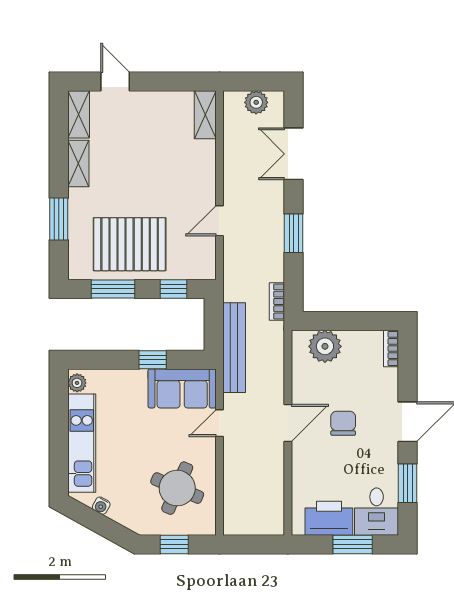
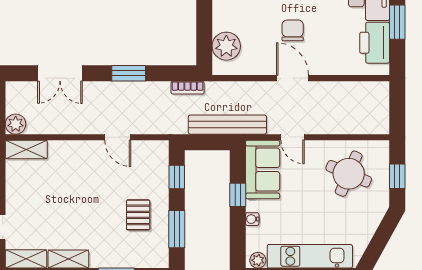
plant: (256, 102) -> (16, 124), moved
pallet: (130, 244) -> (138, 215), width x0.49, depth x0.50
chair: (343, 423) -> (293, 30), turned 90
water cooler: (101, 506) -> (252, 219), moved, turned 151

